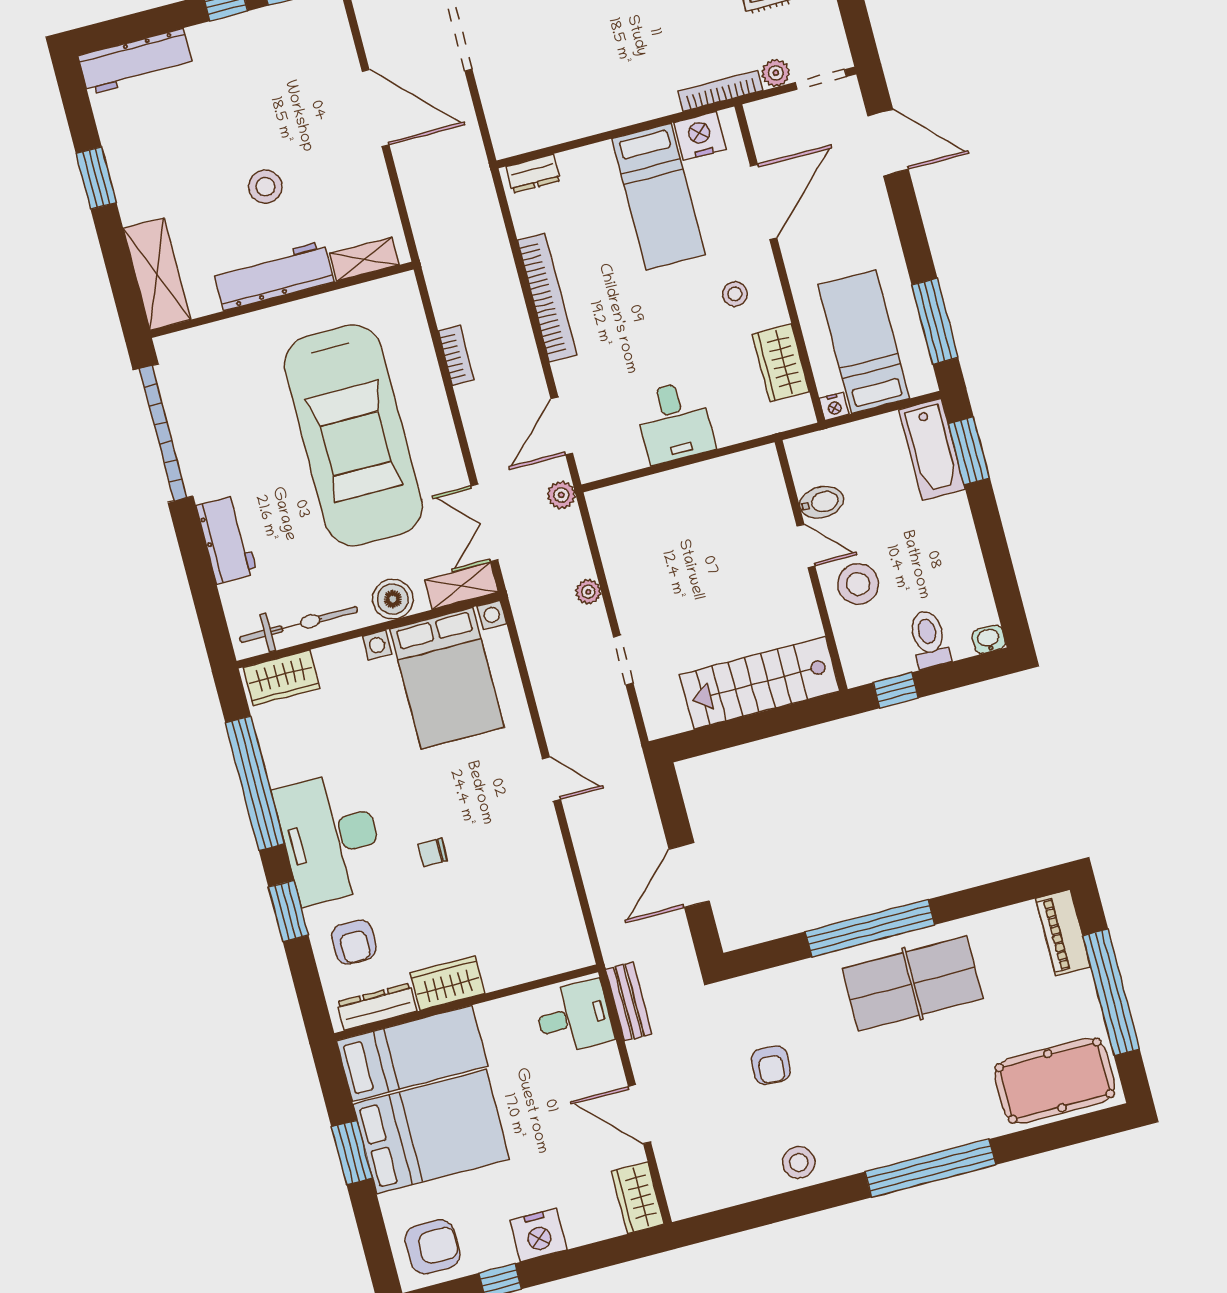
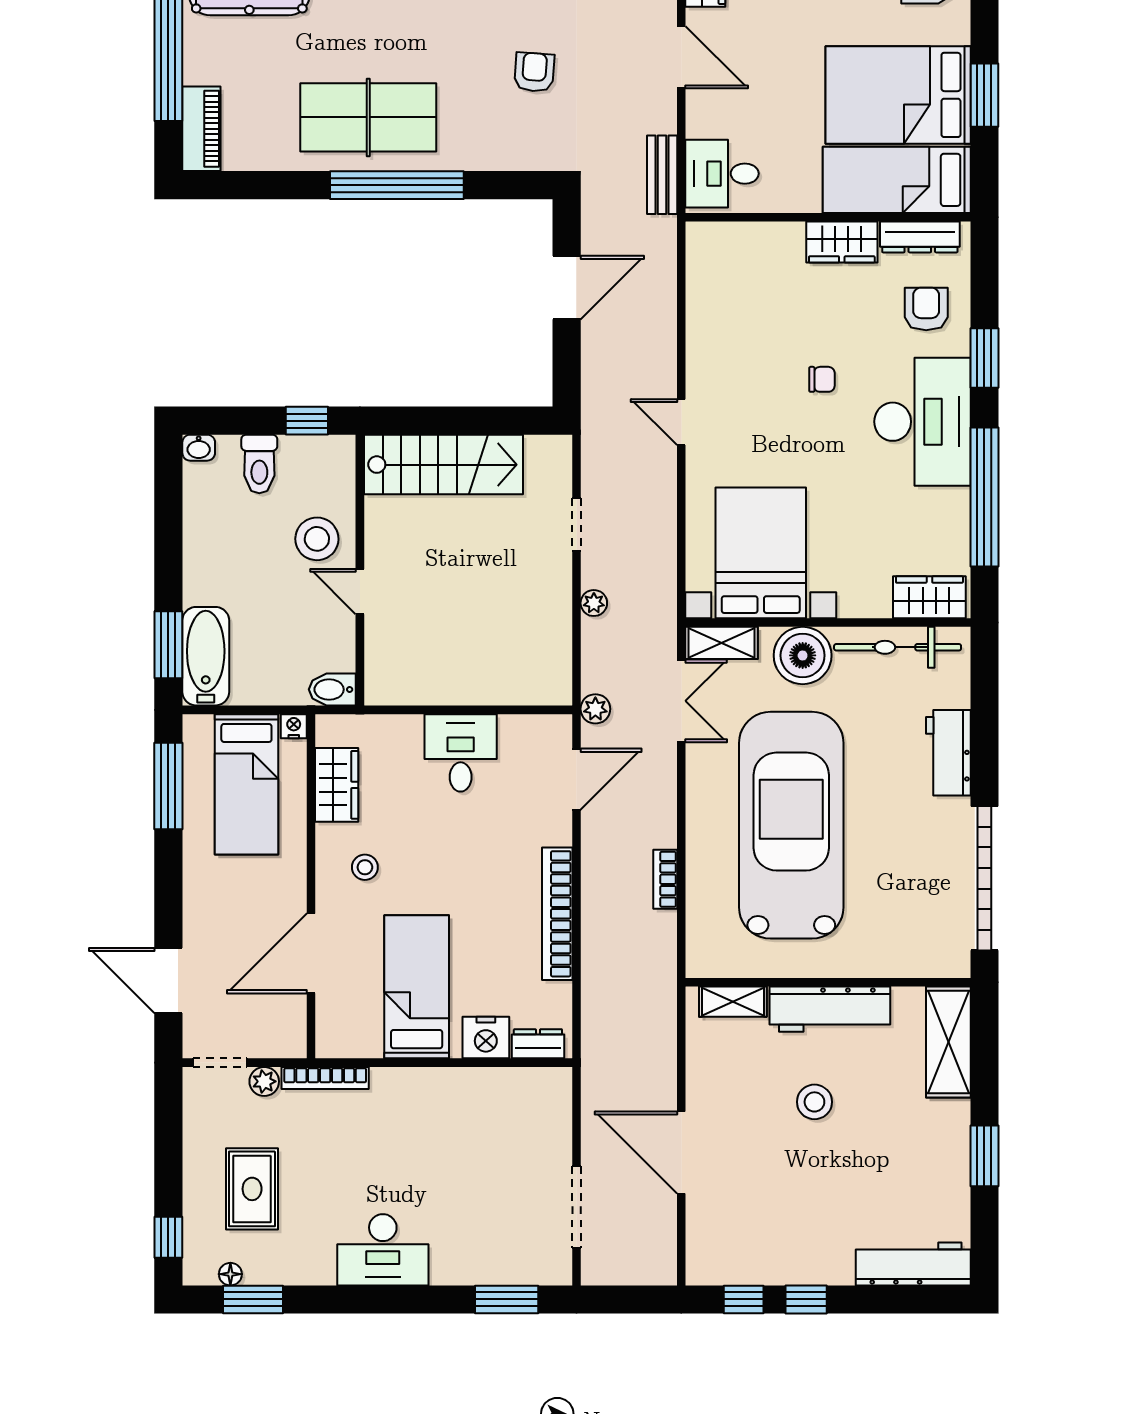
nightstand: (700, 136) -> (486, 1038), moved
bidet: (821, 502) -> (332, 689), moved
boiler: (393, 599) -> (803, 655), width x1.37, depth x1.37

